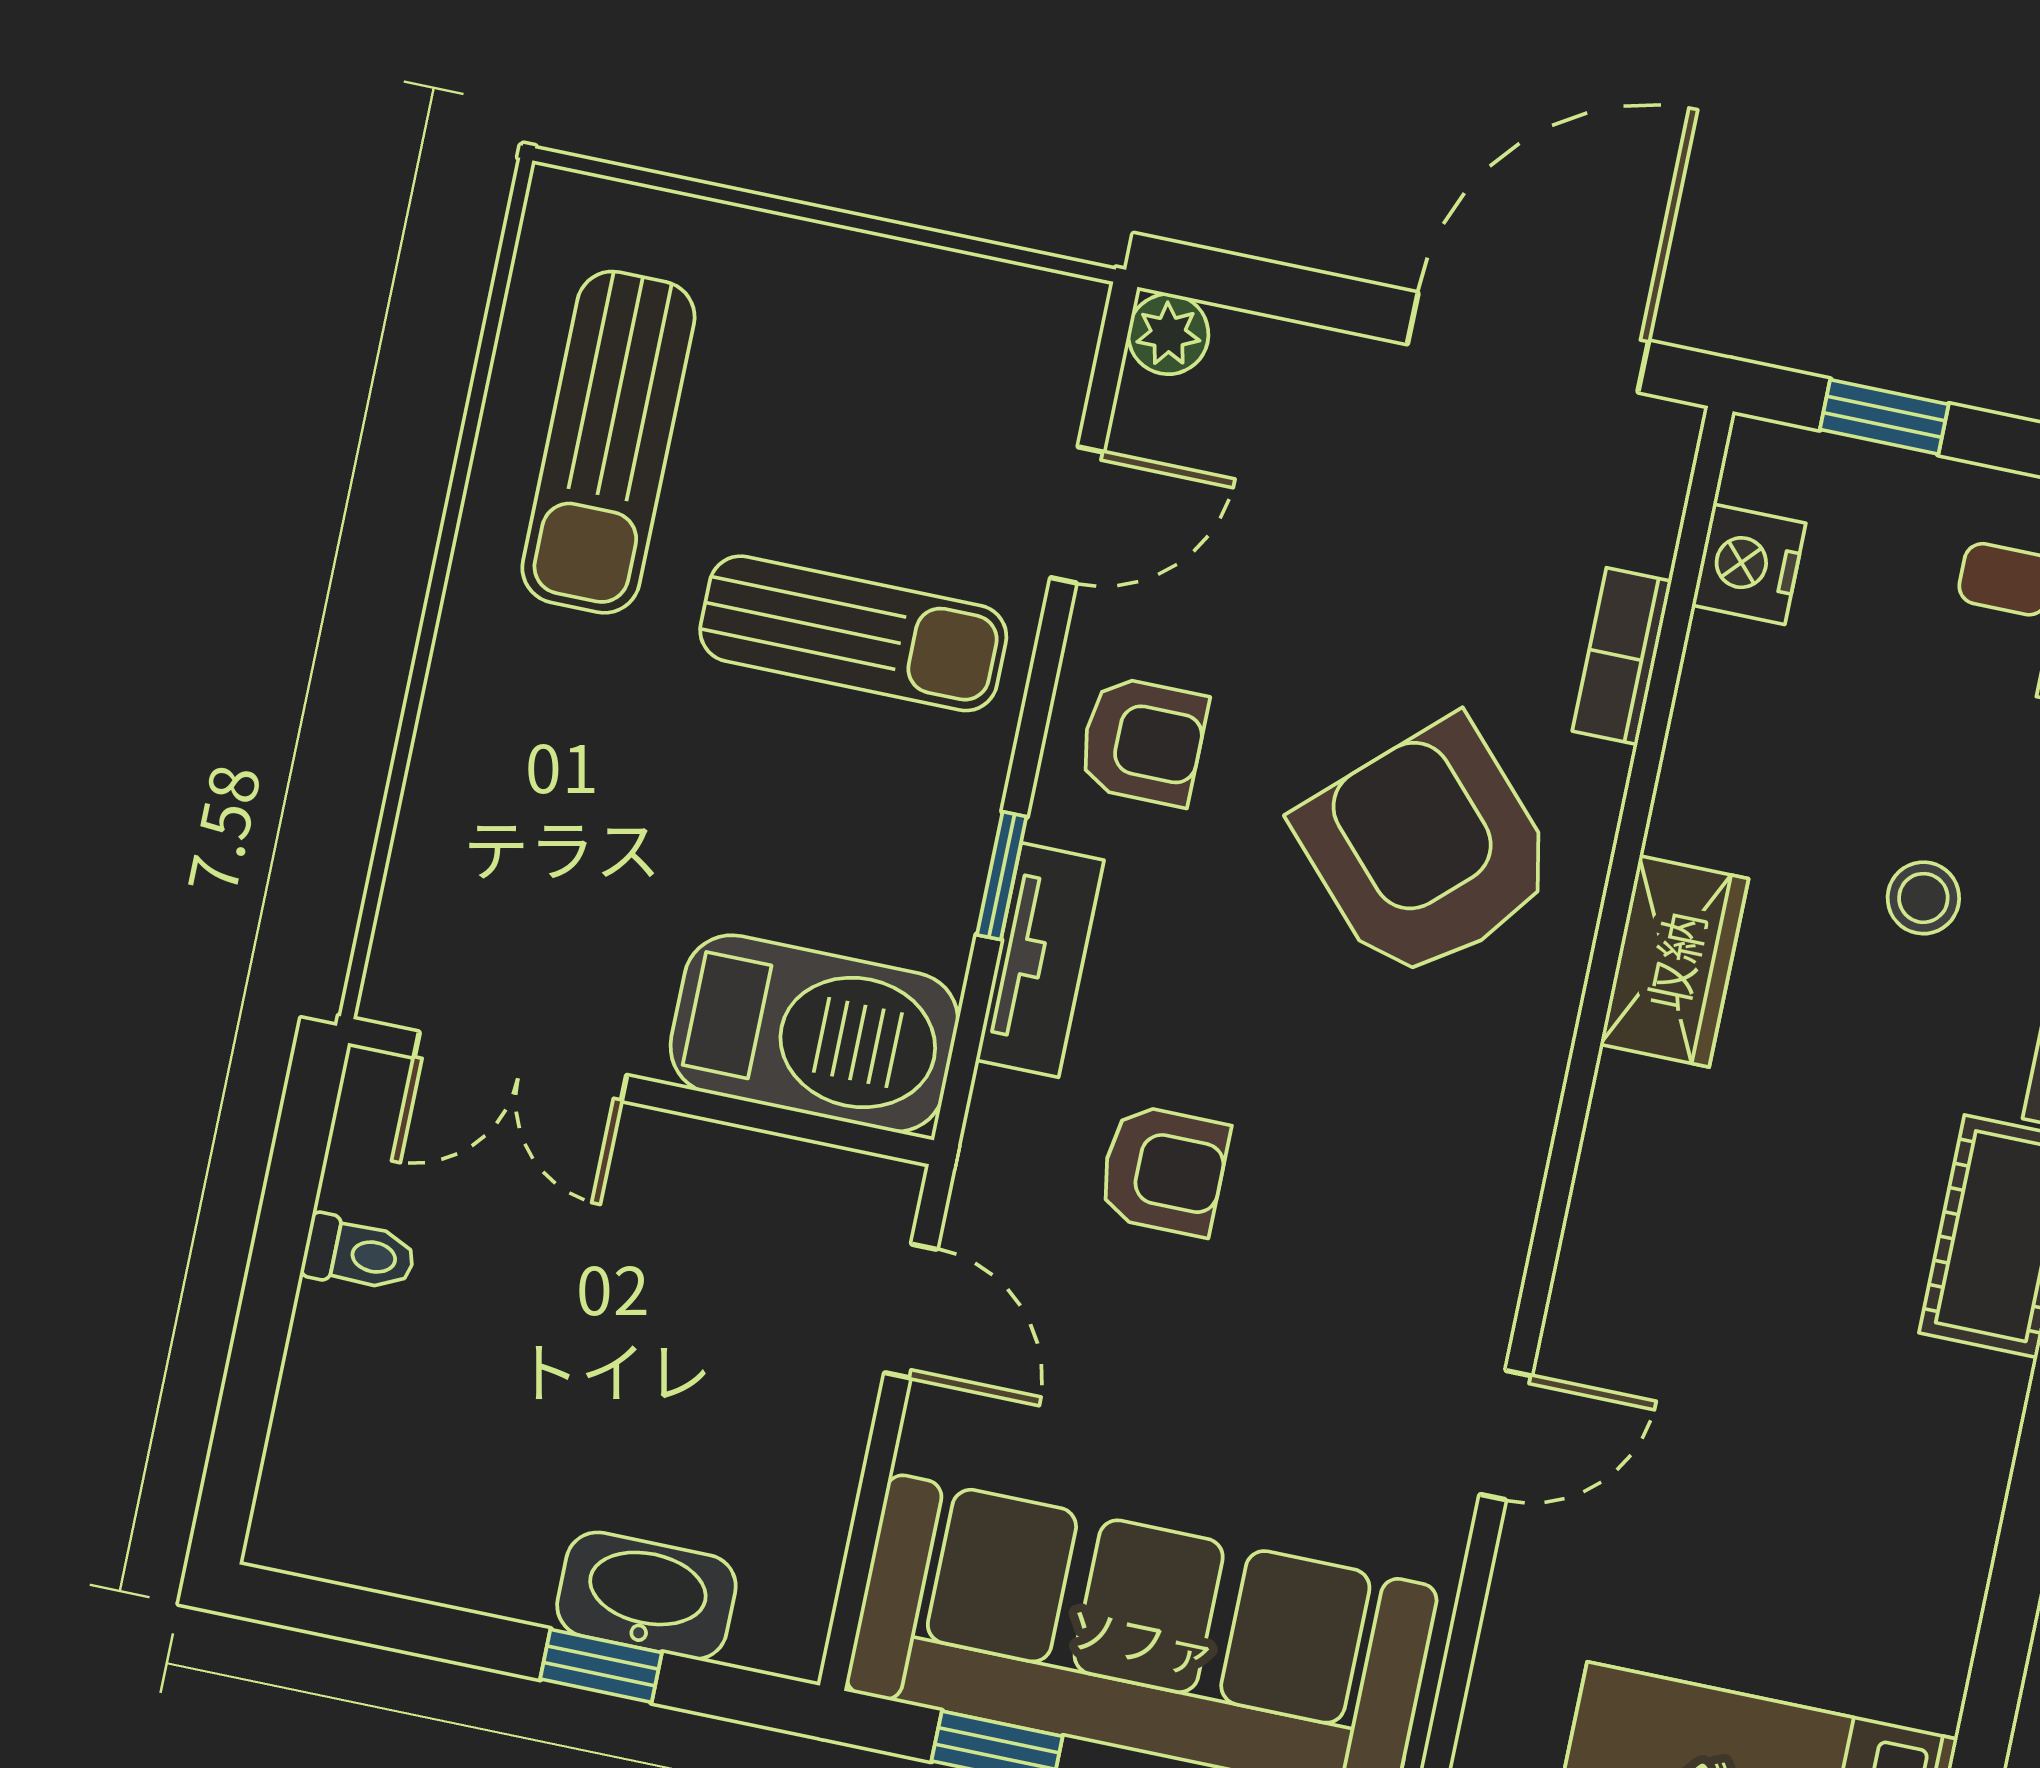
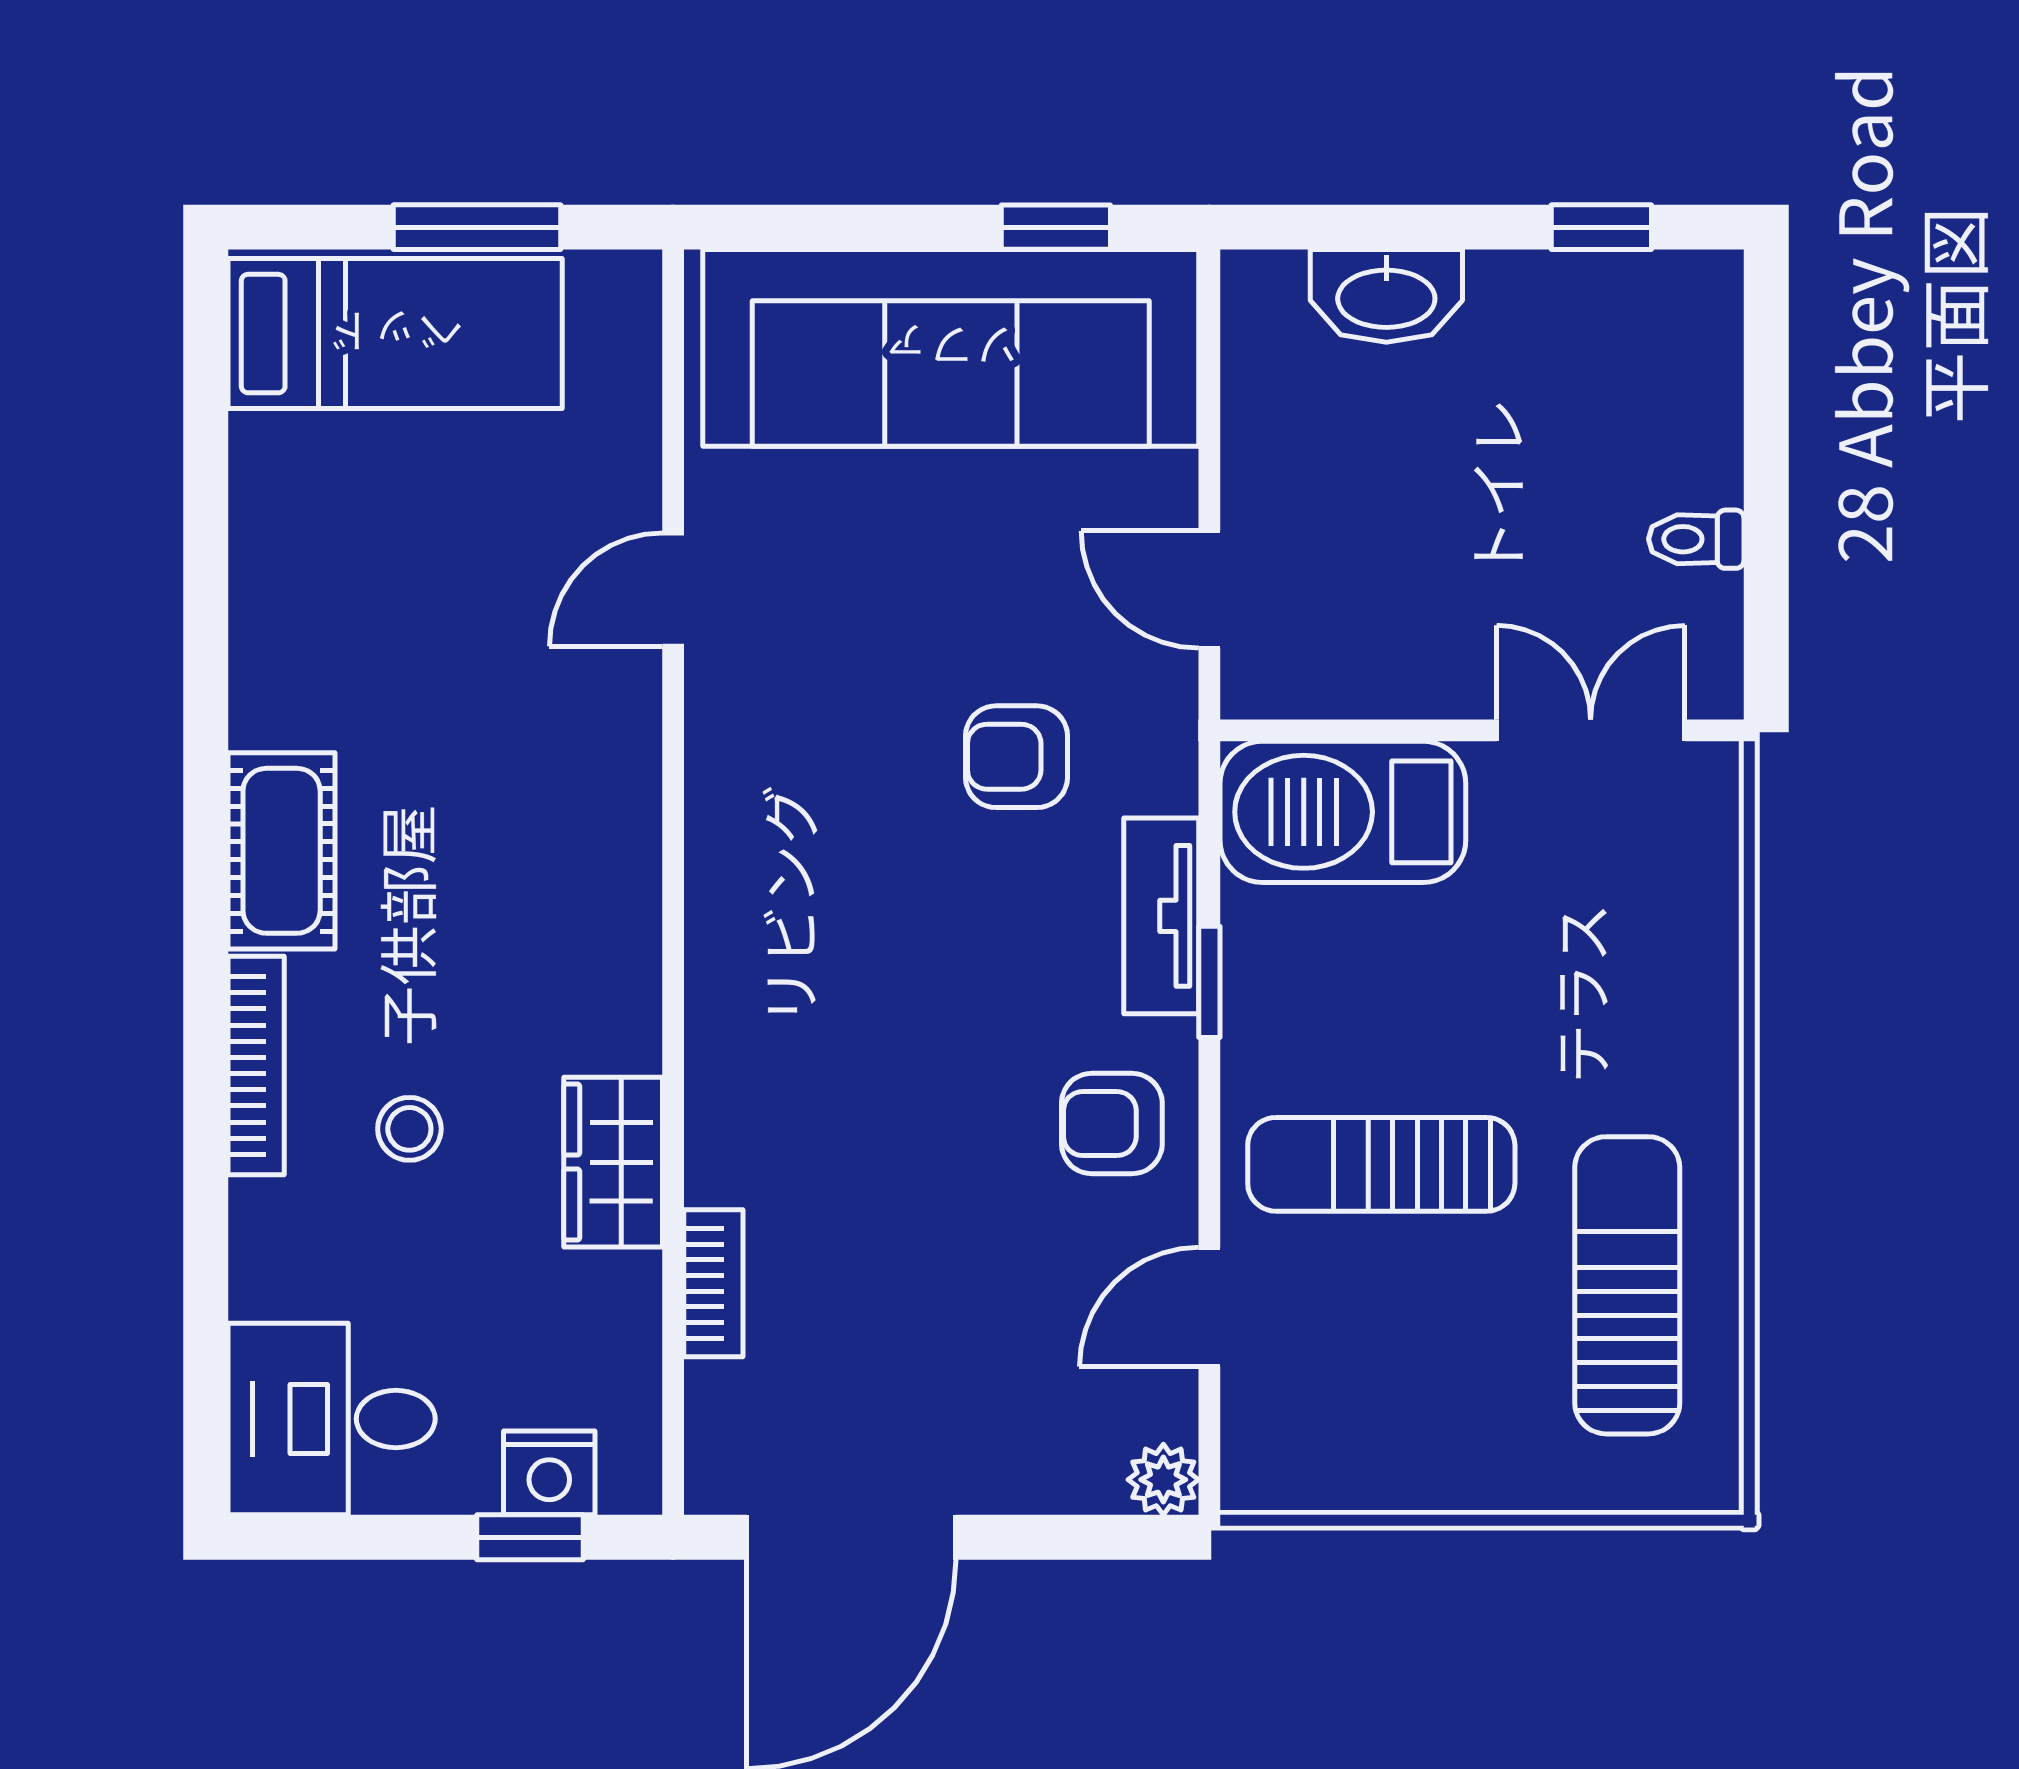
nightstand: (1749, 564) -> (549, 1473), moved, turned 90
armchair: (1427, 851) -> (846, 1080), removed
wardrobe: (1674, 961) -> (613, 1162), moved
window: (601, 1666) -> (1601, 227), moved

